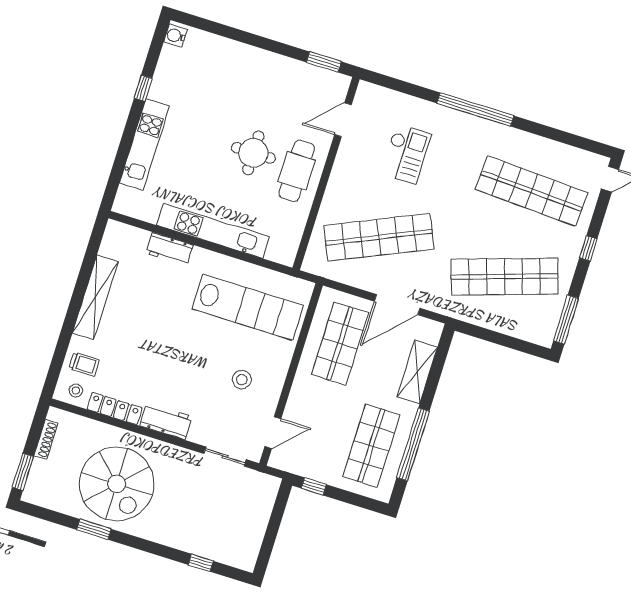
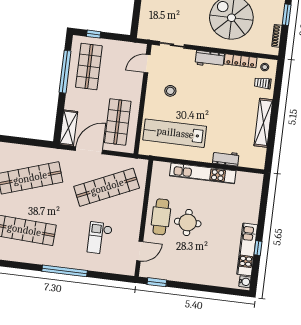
kitchen unit: (144, 145) -> (247, 249), moved
shelving: (417, 372) -> (69, 128), moved
window: (314, 486) -> (94, 34), moved

